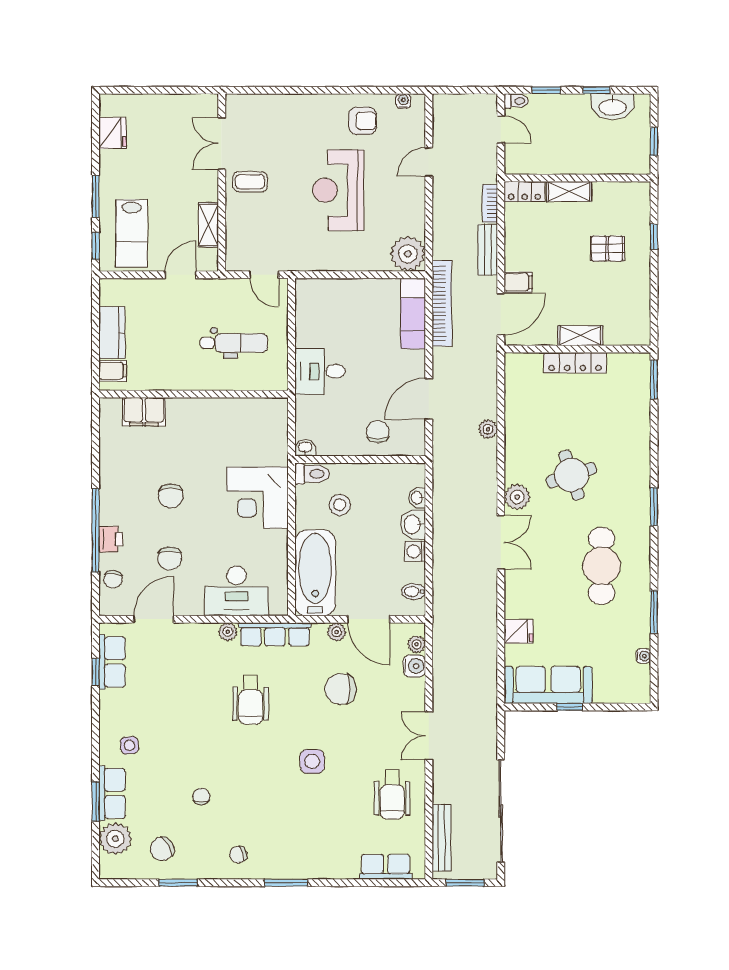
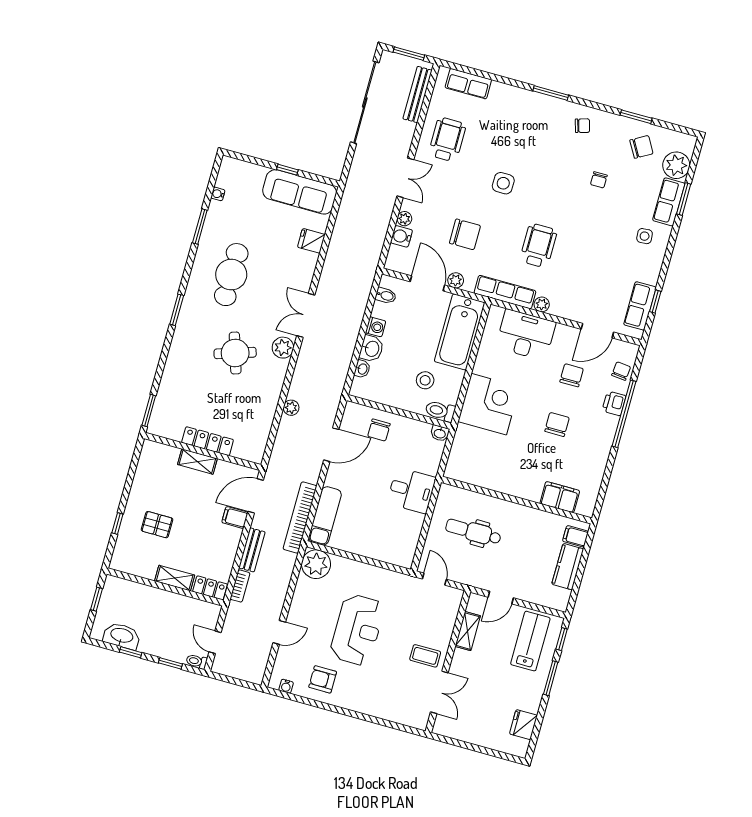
plant: (417, 644) -> (404, 219), moved

